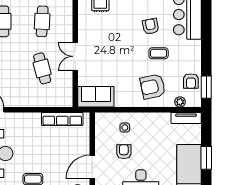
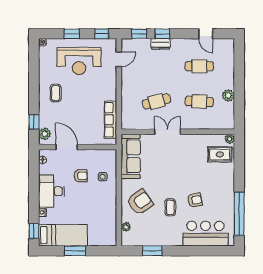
armchair: (191, 81) -> (145, 237), removed
armchair: (153, 87) -> (140, 202), turned 67
window: (206, 87) -> (152, 251), moved
sofa: (96, 97) -> (131, 156), width x1.36
tv unit: (186, 118) -> (111, 232), removed

